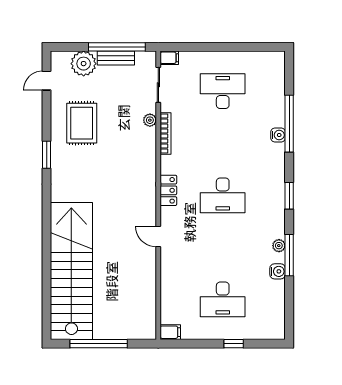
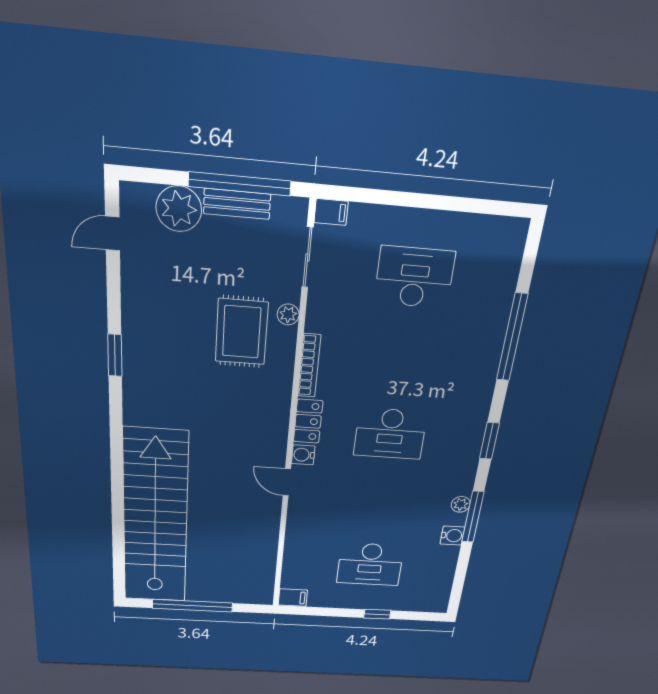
rug: (82, 123) -> (242, 332), moved
bookcase: (166, 134) -> (309, 366), moved
water cooler: (278, 135) -> (303, 455), moved, turned 180

